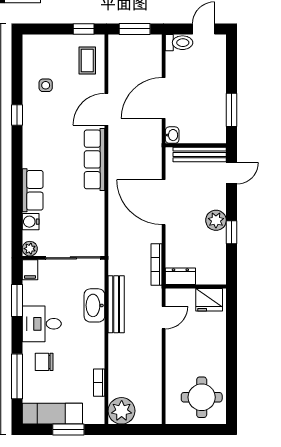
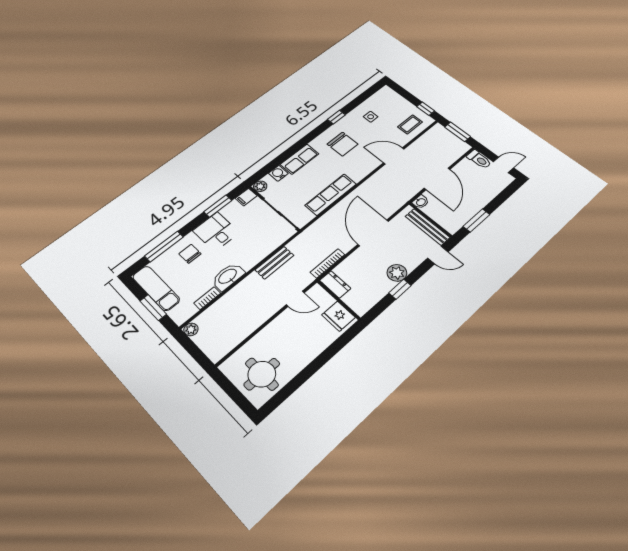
door: (164, 98) -> (437, 179), swing flipped
chair: (52, 139) -> (343, 144), added
row of seats: (94, 159) -> (331, 195), moved
bench: (116, 304) -> (274, 263), width x0.73
washbasin: (94, 305) -> (228, 277), moved
plant: (122, 411) -> (191, 329), width x0.53, depth x0.53

